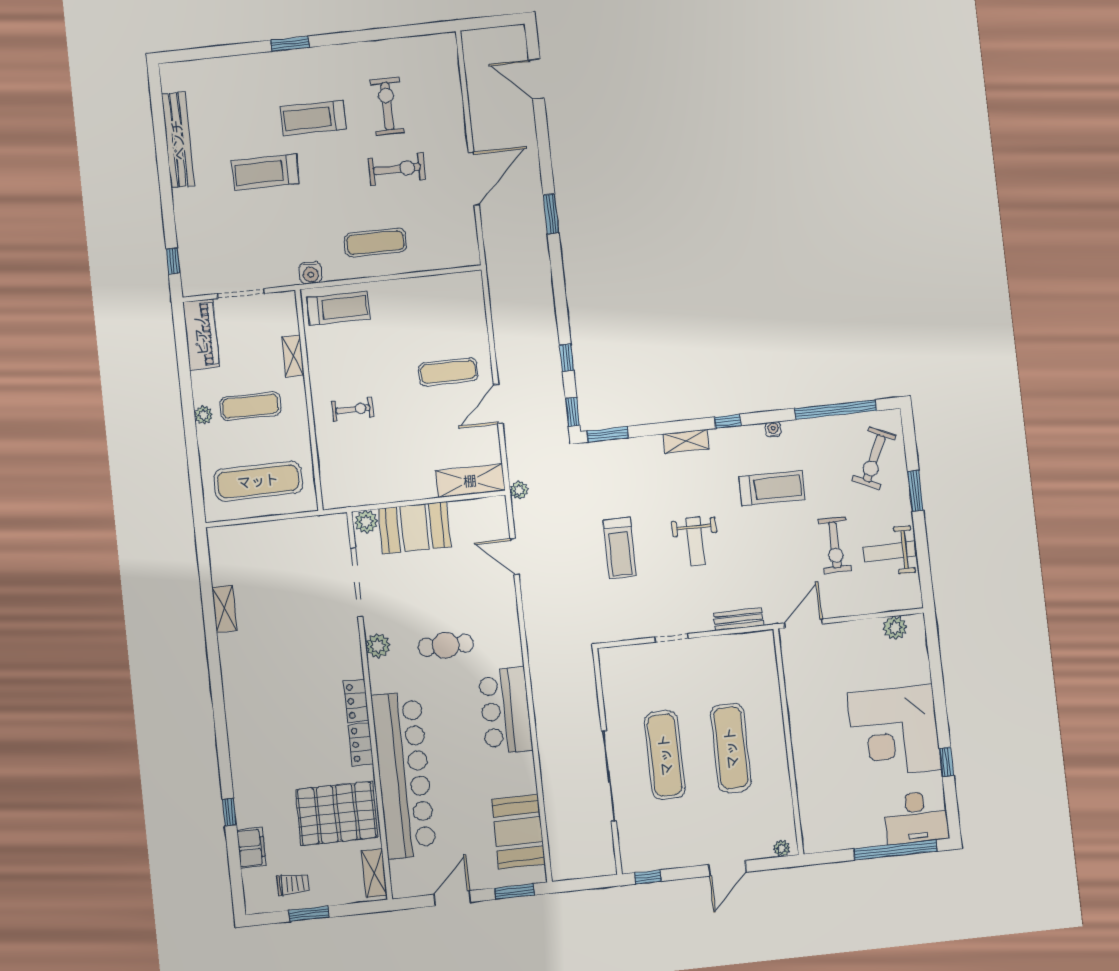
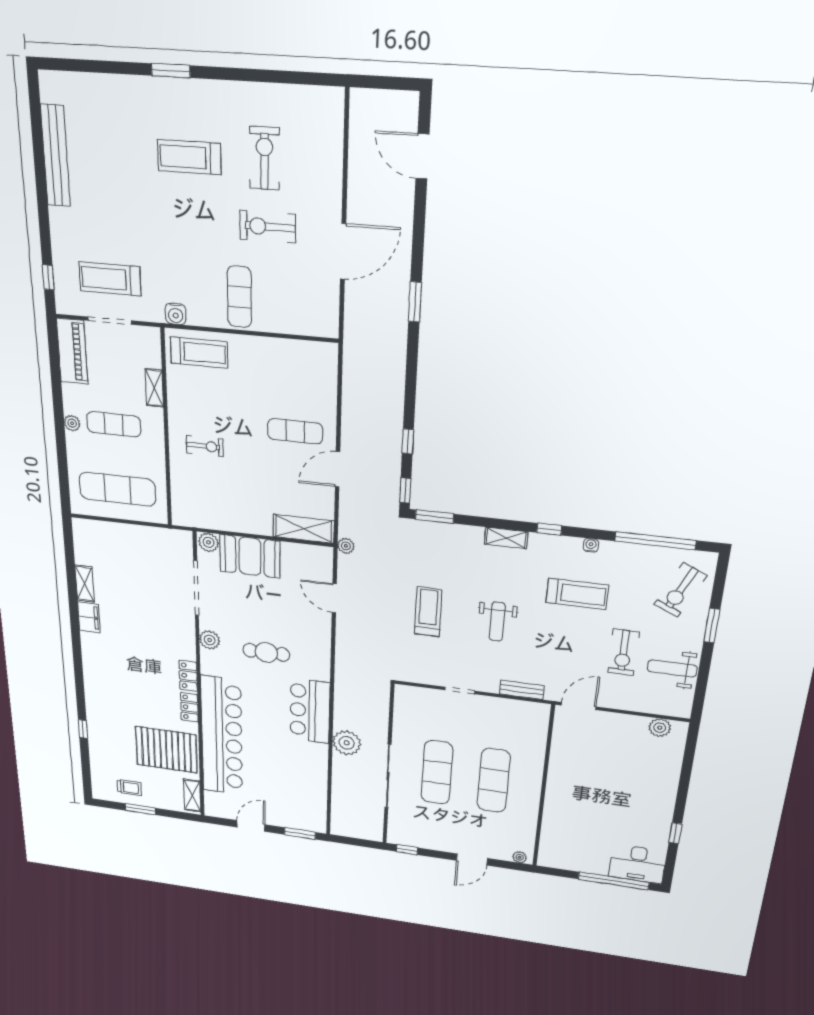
exercise bike: (397, 169) -> (268, 227), turned 180
treadmill: (265, 172) -> (110, 279), moved
exercise mat: (375, 243) -> (239, 297), turned 90
treadmill: (620, 548) -> (428, 612), turned 180
corner desk: (894, 731) -> (637, 802), removed
plant: (554, 743) -> (347, 743), added
booth: (518, 832) -> (309, 796), removed
filing cabinet: (251, 848) -> (89, 617), moved

